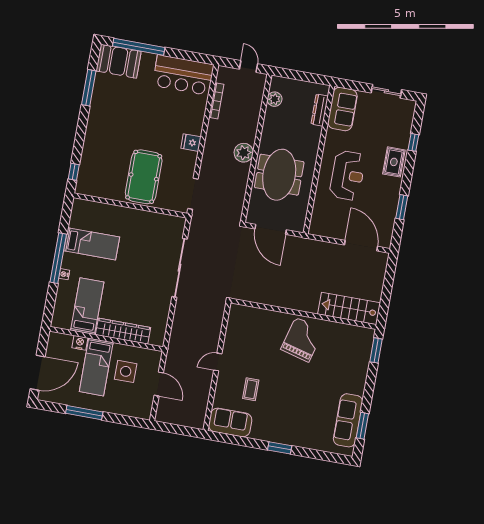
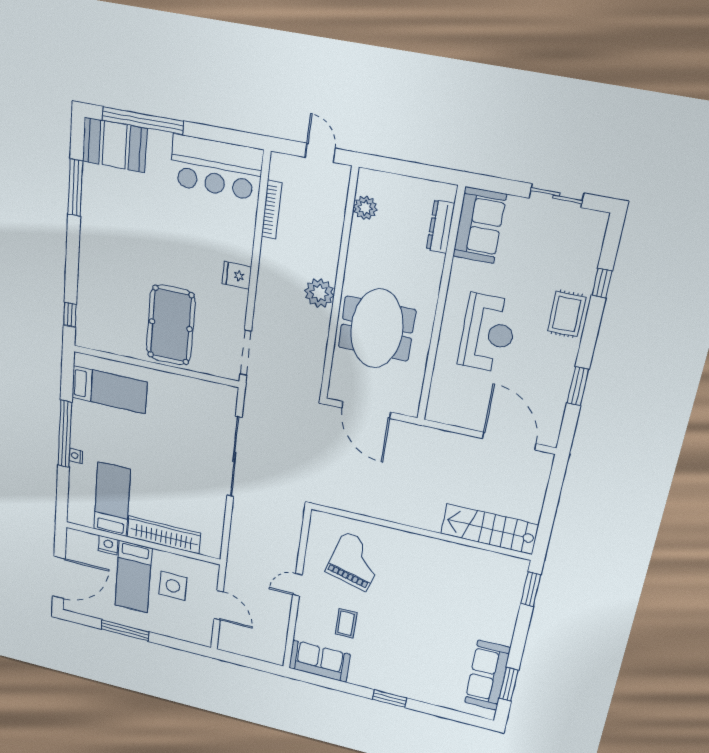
bed: (92, 244) -> (109, 390), moved
grand piano: (302, 340) -> (355, 561), moved

